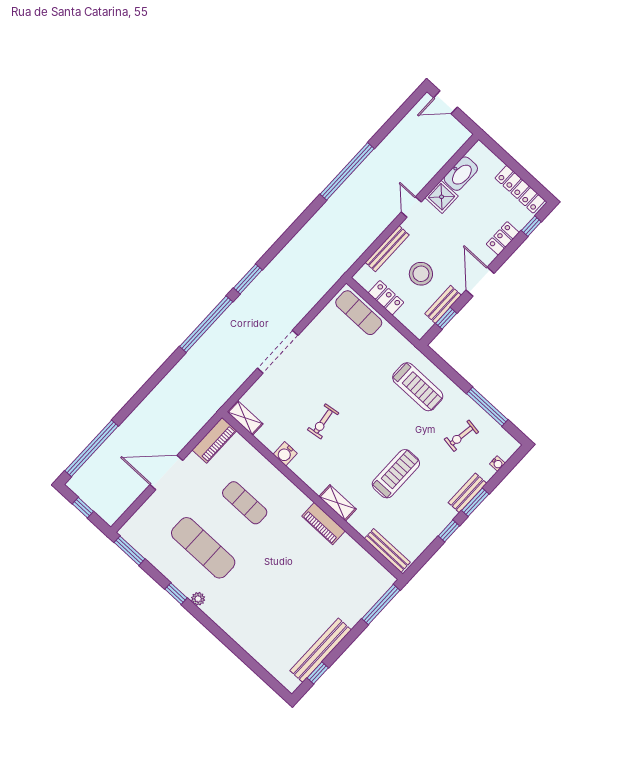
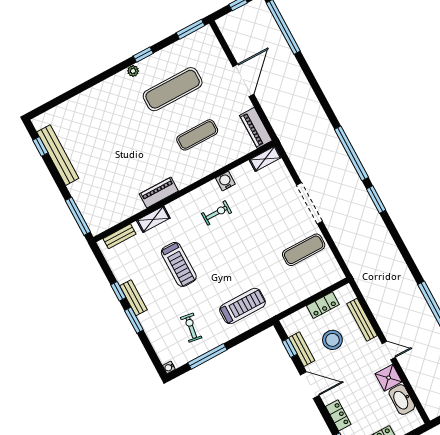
exercise mat: (359, 313) -> (304, 250), moved
treadmill: (418, 387) -> (243, 306), turned 180
exercise bike: (323, 421) -> (217, 213), moved, turned 98
water cooler: (497, 464) -> (169, 367), moved
bench: (467, 493) -> (133, 298), moved
shelving: (338, 503) -> (153, 219), moved
bench: (387, 550) -> (120, 236), width x0.73

